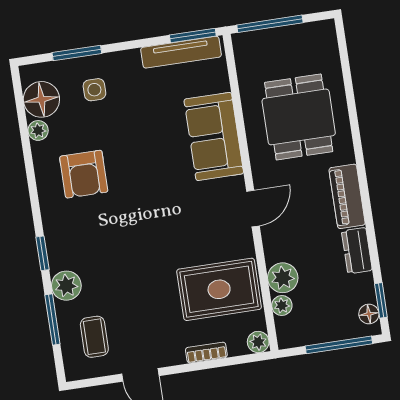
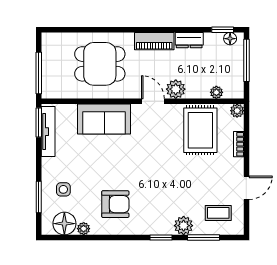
plant: (283, 278) -> (176, 89), moved

